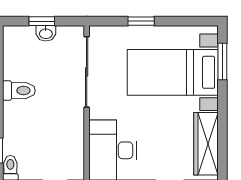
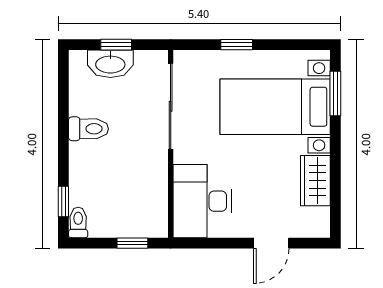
washbasin: (46, 33) -> (110, 64), width x1.91, depth x1.45
wardrobe: (206, 144) -> (315, 181), width x0.67

